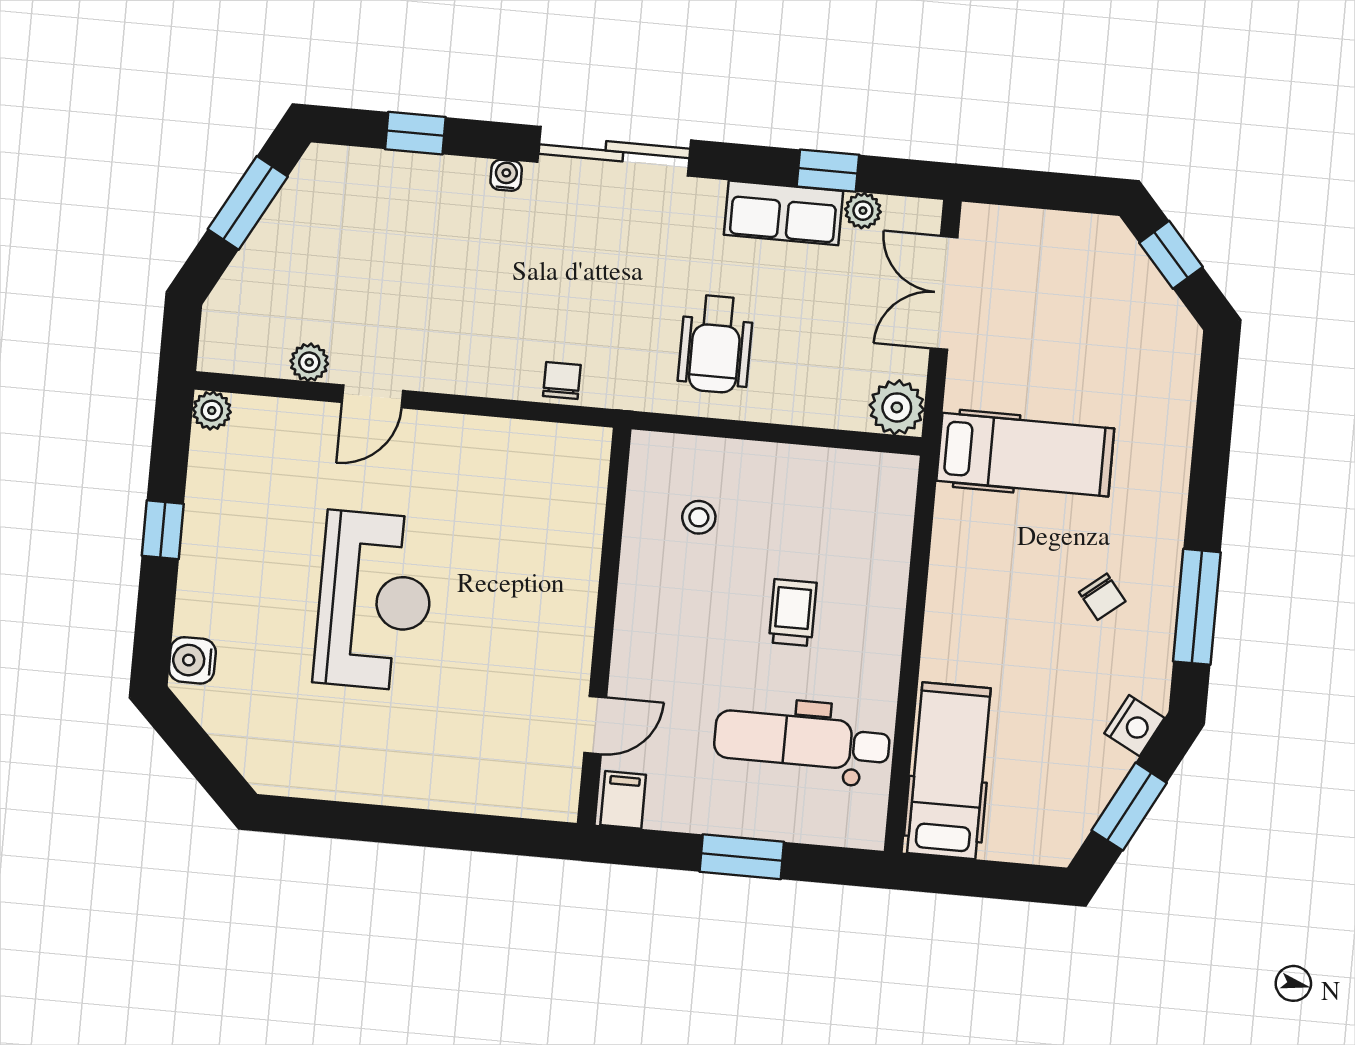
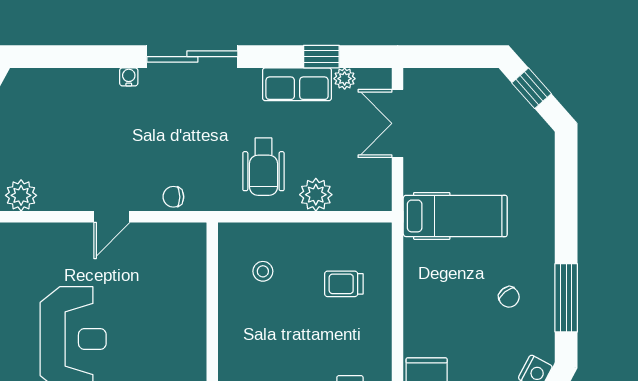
window: (415, 133) -> (72, 57), removed
plant: (309, 362) -> (21, 195), width x1.38, depth x1.38
chair: (562, 381) -> (173, 197), turned -90
door: (372, 396) -> (112, 217), moved
plant: (897, 407) -> (316, 195), moved
trolley: (793, 613) -> (344, 284), moved, turned -90

